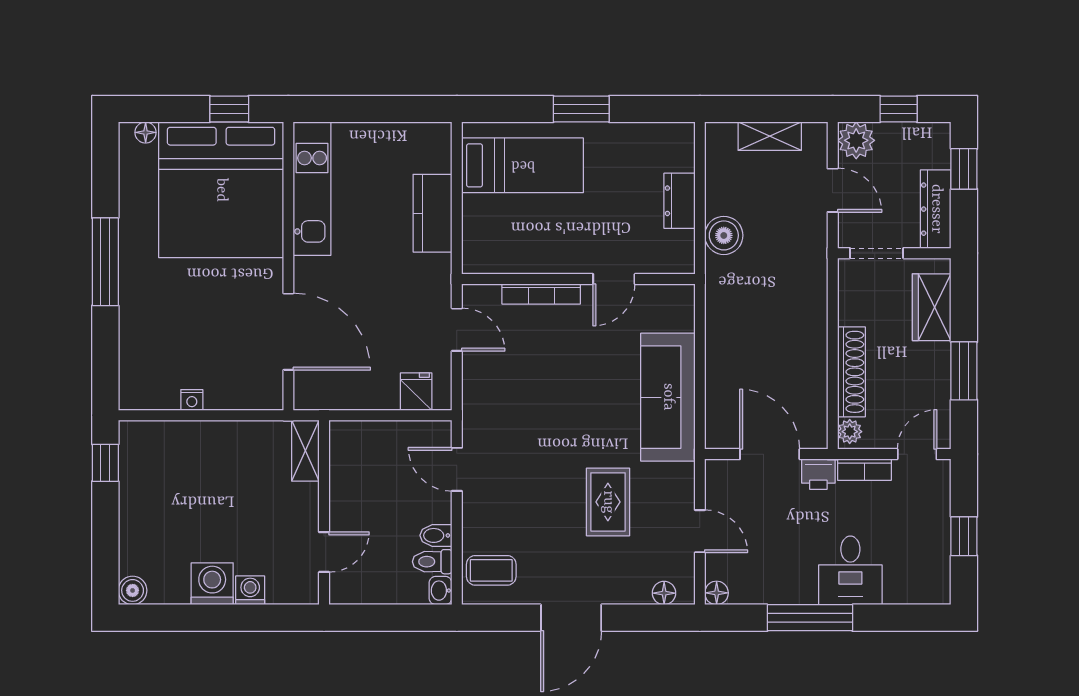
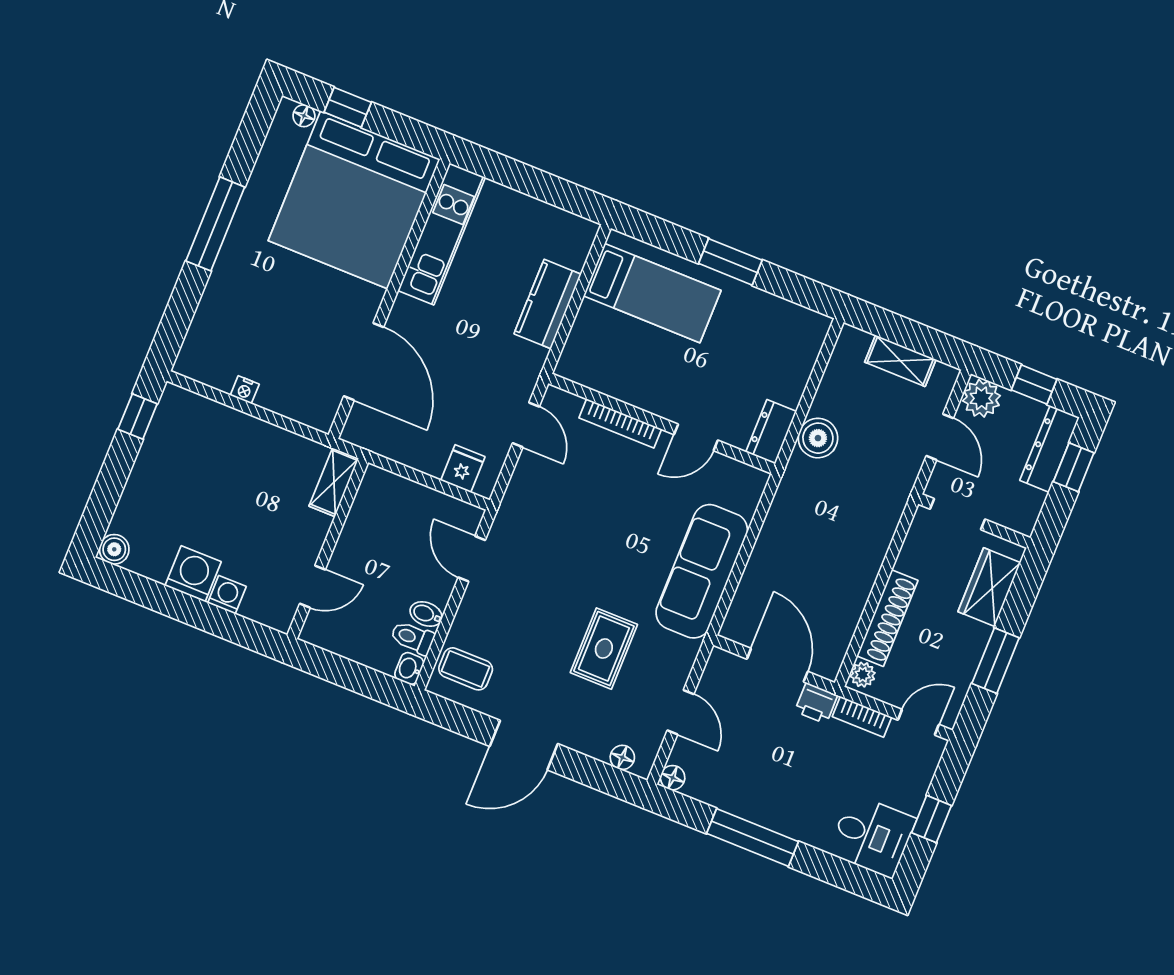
window: (229, 109) -> (348, 107), moved
dresser: (680, 201) -> (771, 432), moved
dresser: (936, 209) -> (1050, 449), moved
desk: (850, 570) -> (872, 836), moved, turned -90

